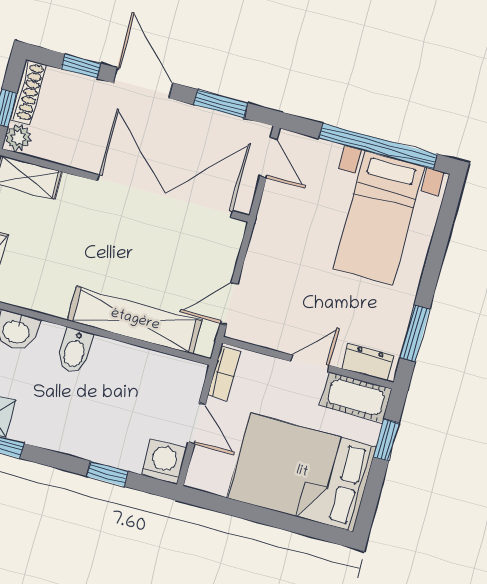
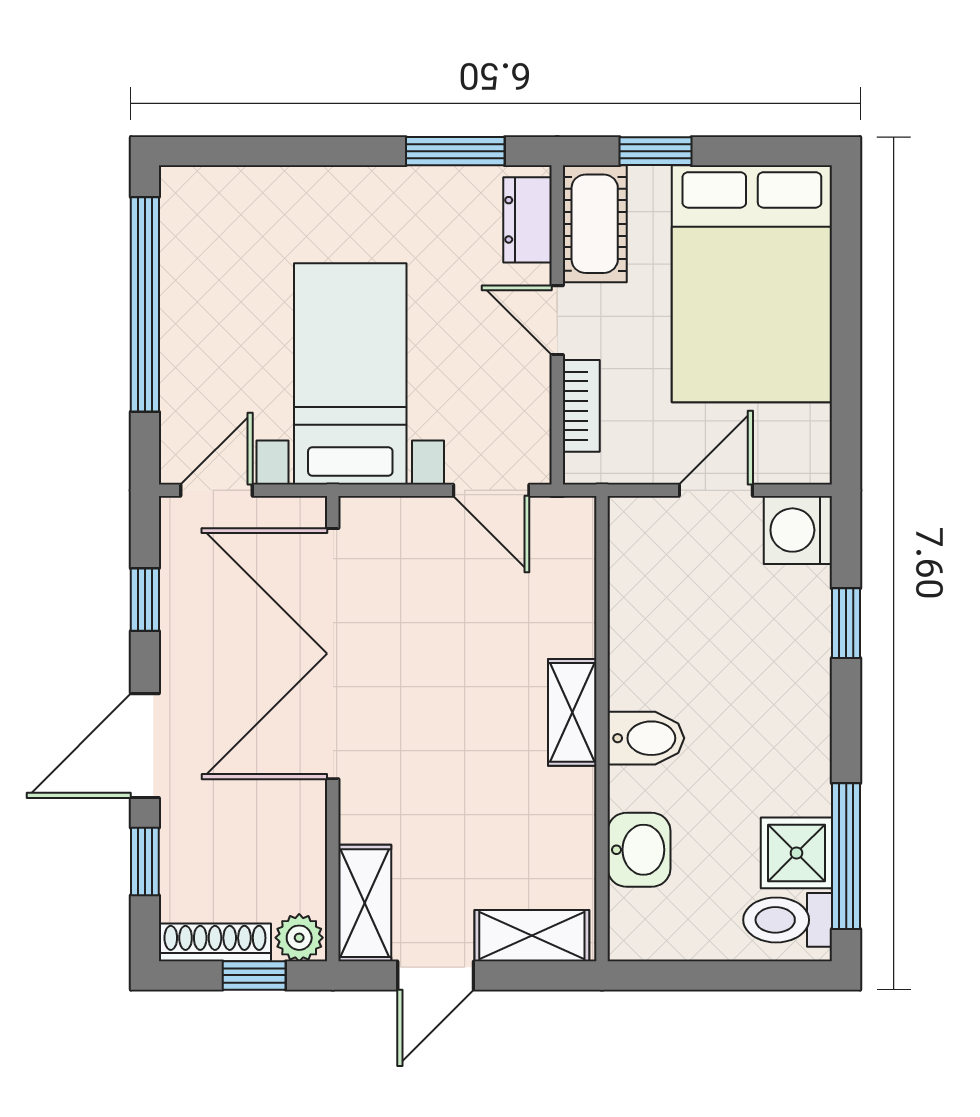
window: (221, 104) -> (145, 600), width x0.67
bed with nightstands: (379, 218) -> (350, 374), moved, turned -90
shelving: (135, 320) -> (572, 712), width x0.45, depth x0.75
bookcase: (224, 373) -> (581, 406), moved, turned 90

